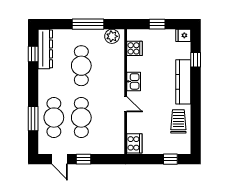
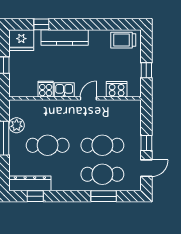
fridge: (183, 35) -> (21, 40), width x1.88, depth x1.34
plant: (112, 36) -> (17, 125), moved
cooker: (134, 48) -> (46, 89), moved
trolley: (178, 121) -> (123, 40), moved
cooker: (134, 143) -> (117, 89), moved
window: (170, 159) -> (146, 70), moved

